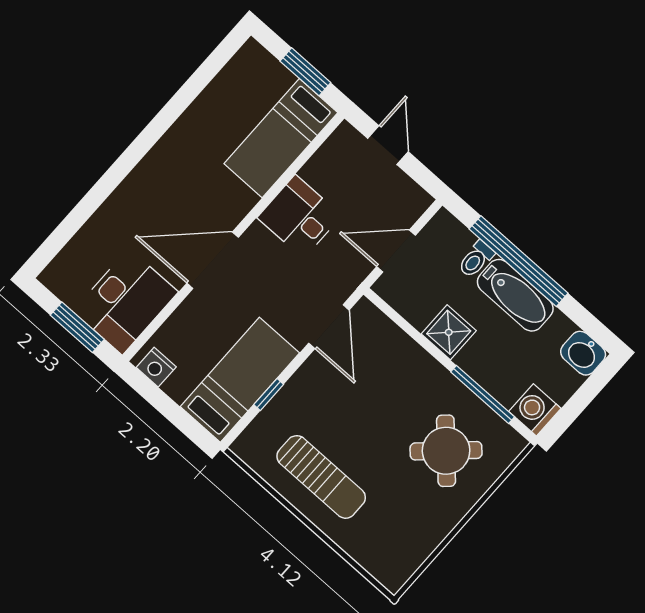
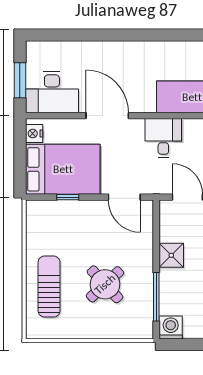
door: (329, 327) -> (124, 197), hinge flipped
bed: (240, 380) -> (63, 169), width x1.50
round table: (446, 451) -> (105, 284), moved
sun lounger: (321, 477) -> (49, 287), moved, turned 180

